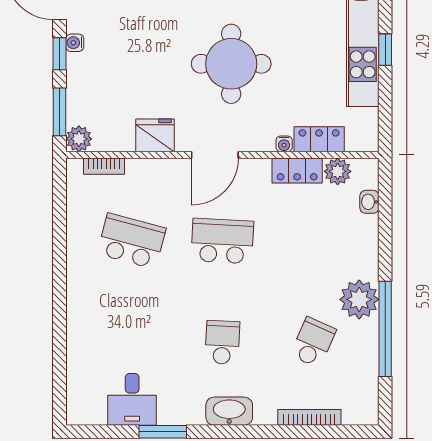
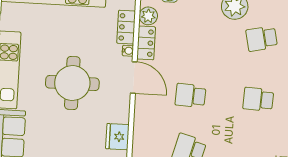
door: (215, 155) -> (134, 77), moved
school desk: (222, 241) -> (190, 96), width x0.54
school desk: (313, 342) -> (262, 39), turned -36

